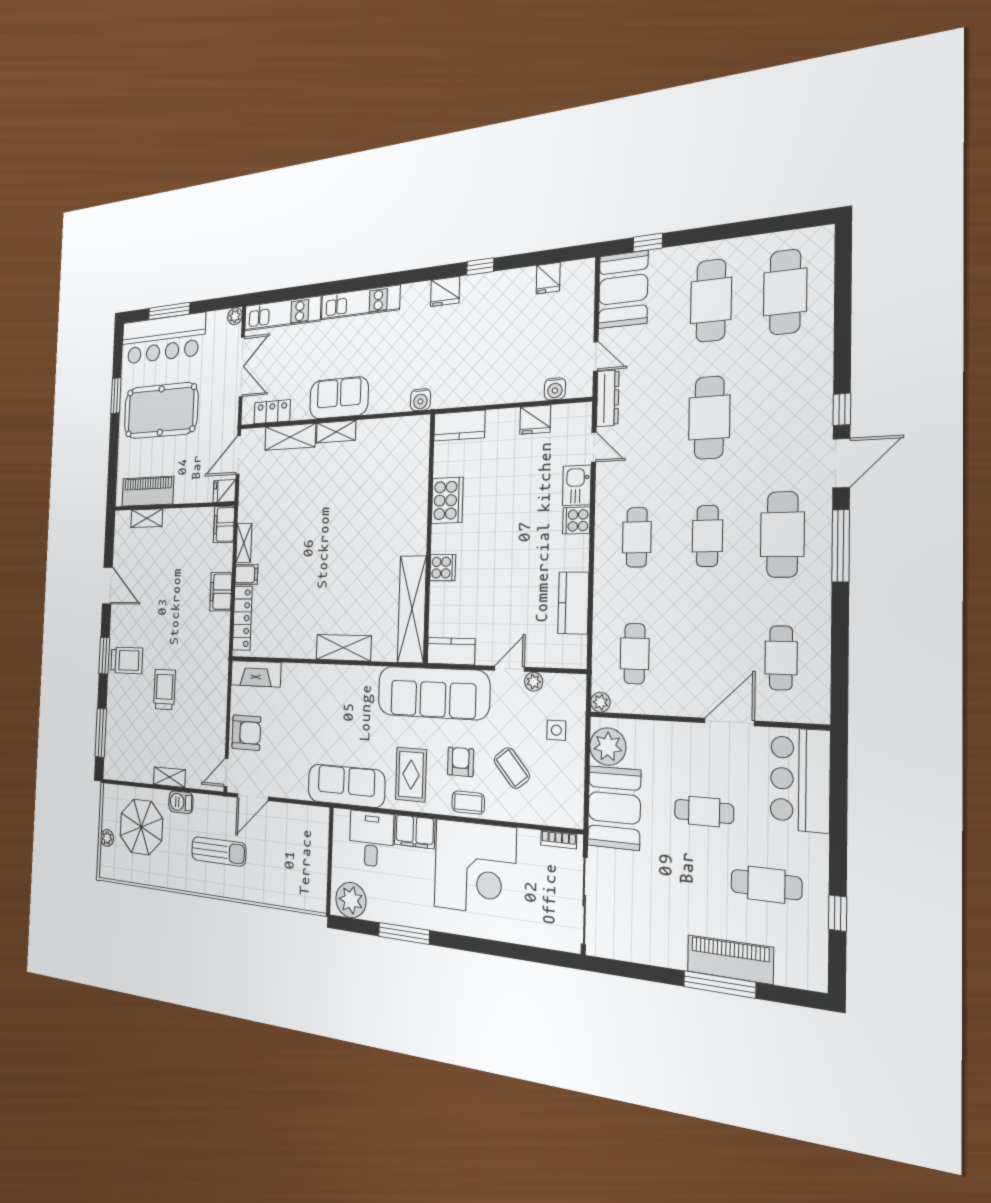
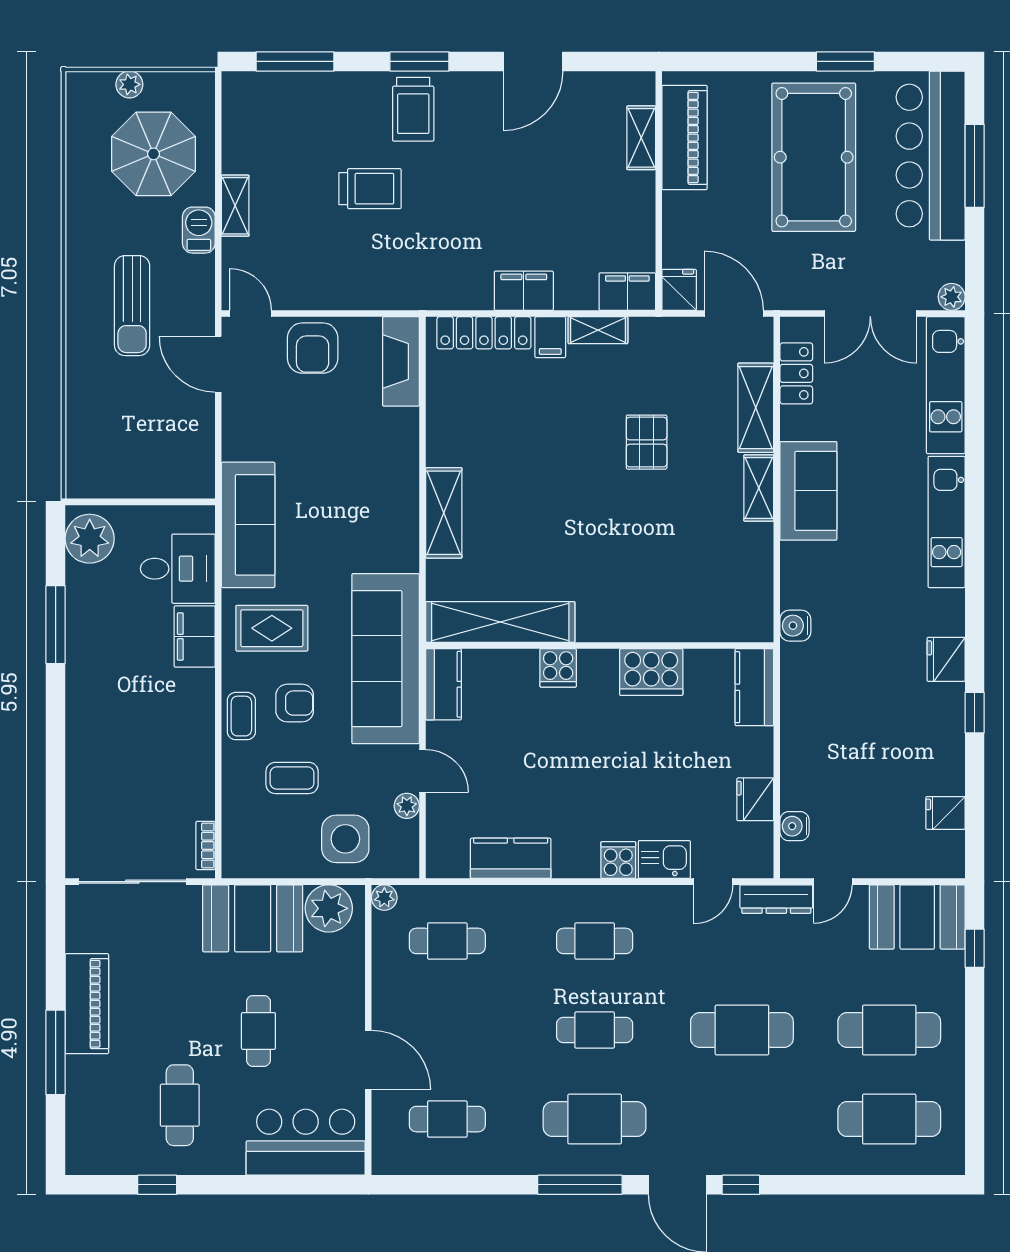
pallet: (307, 509) -> (647, 442), added
side table: (556, 730) -> (345, 839), width x1.87, depth x1.87
coffee table: (512, 768) -> (292, 778), turned 40
corner desk: (475, 868) -> (157, 728), removed
piano: (730, 959) -> (87, 1004), moved

